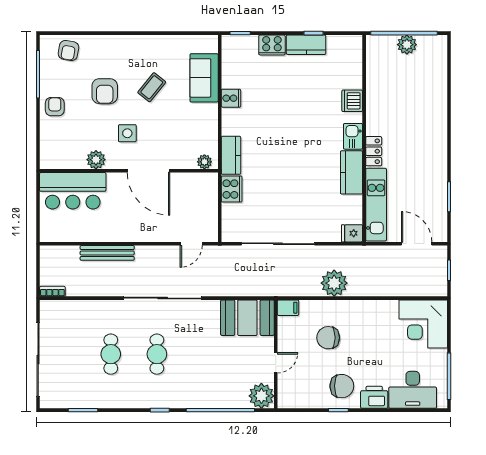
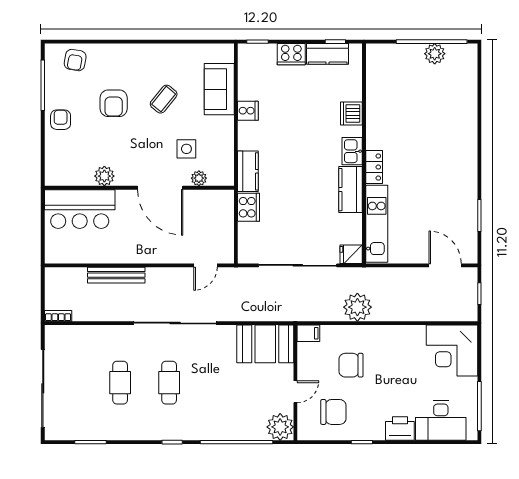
dishwasher: (352, 101) -> (351, 113), moved
side table: (127, 133) -> (186, 149), moved
kitchen sink: (353, 136) -> (352, 151), moved
wall: (364, 138) -> (364, 153), moved
locker: (374, 151) -> (374, 167), moved
plant: (204, 162) -> (199, 178), moved
kitchen counter: (351, 172) -> (351, 190), moved
kitchen unit: (376, 205) -> (377, 224), moved
fridge: (352, 233) -> (351, 254), moved
chair: (342, 386) -> (333, 412), moved

